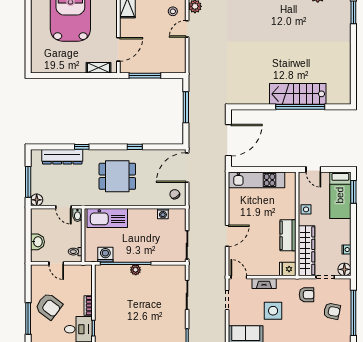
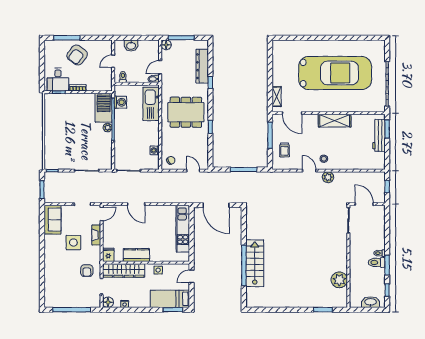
trolley: (162, 58) -> (284, 150), added
door: (187, 168) -> (193, 171), width x0.53
dining table: (117, 176) -> (186, 112), width x1.38
barbecue: (112, 275) -> (104, 108), added
armchair: (332, 311) -> (73, 292), removed

